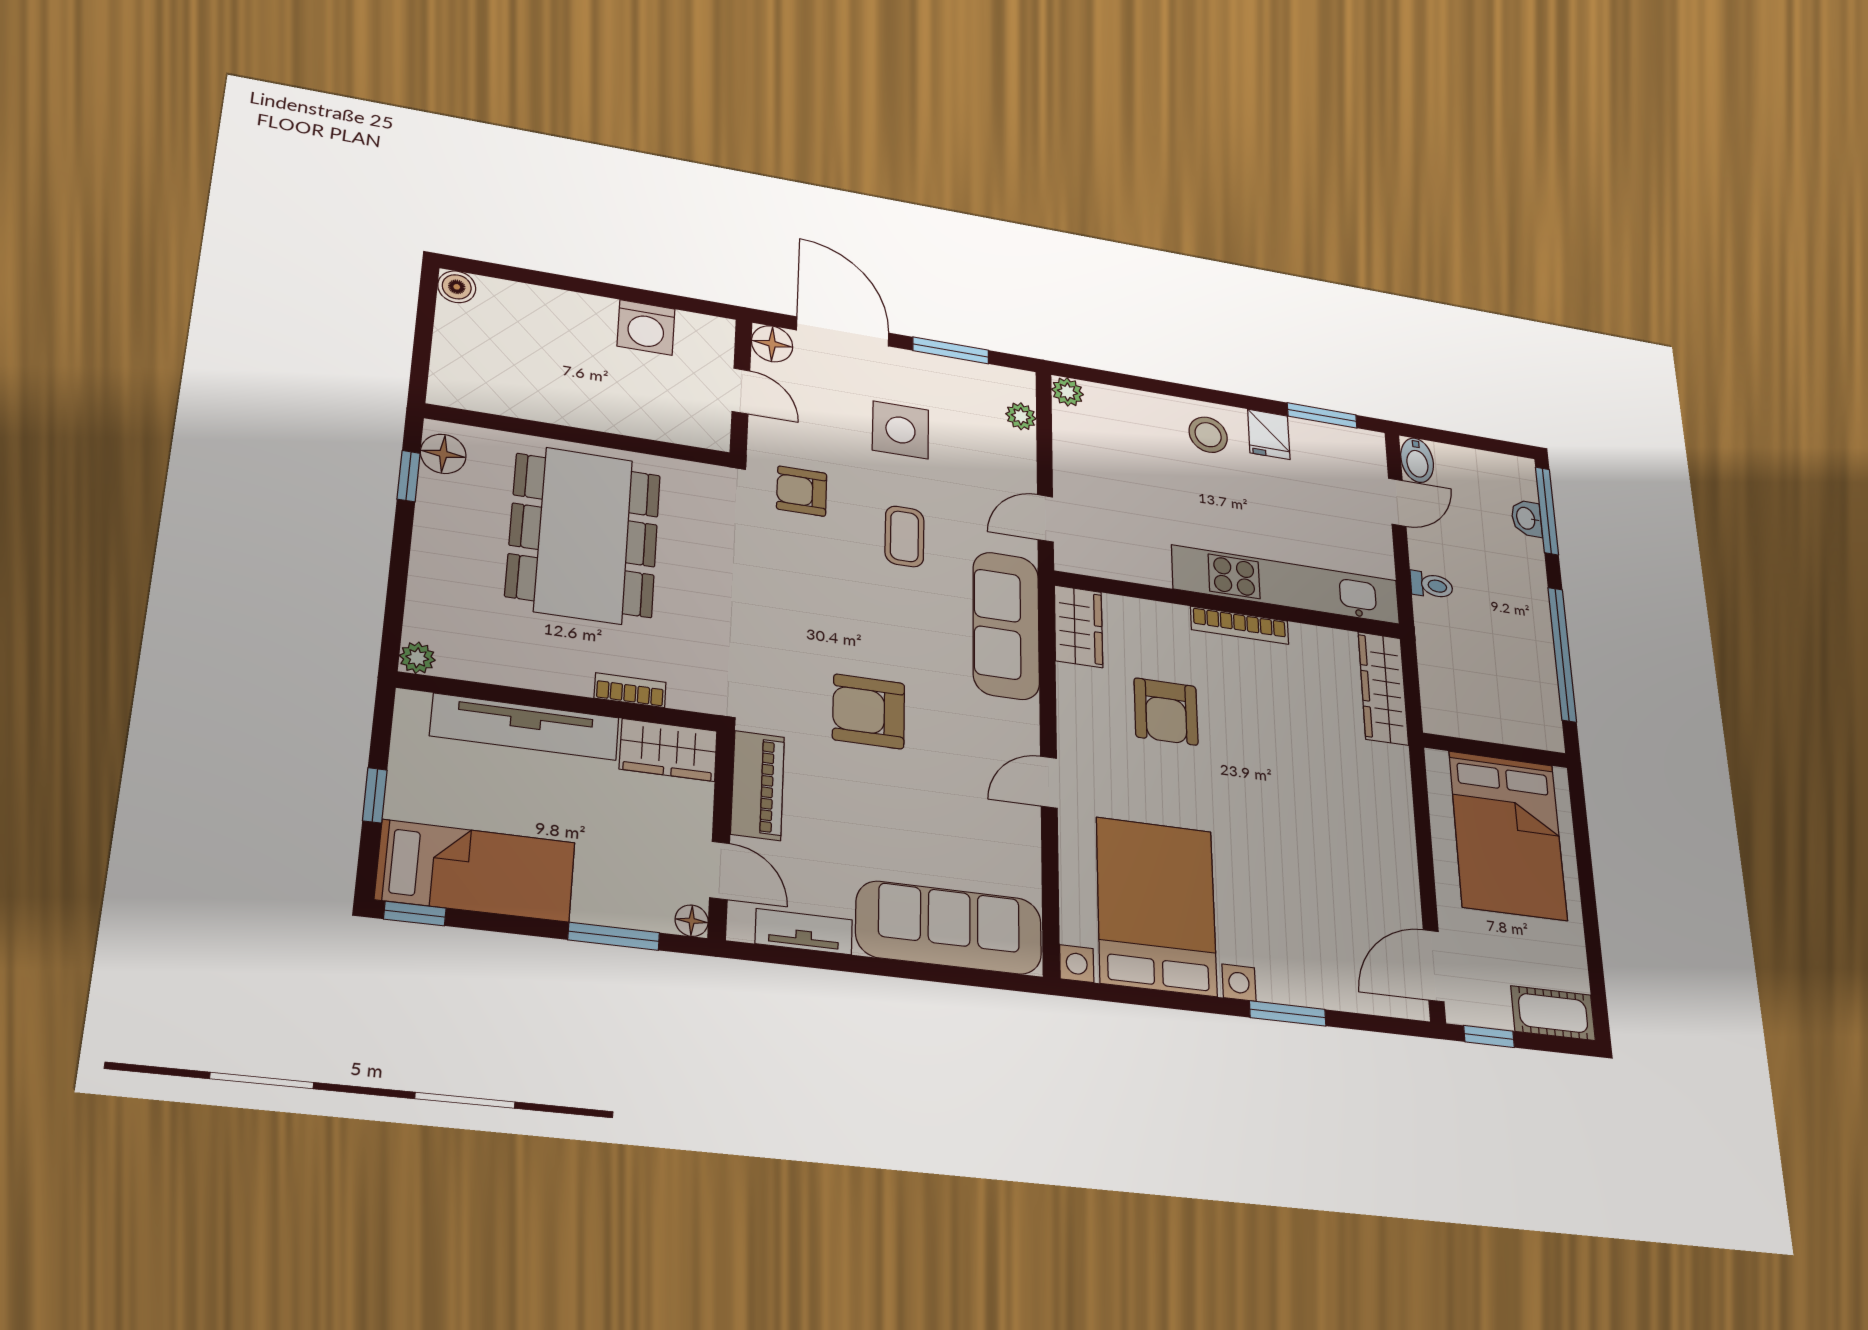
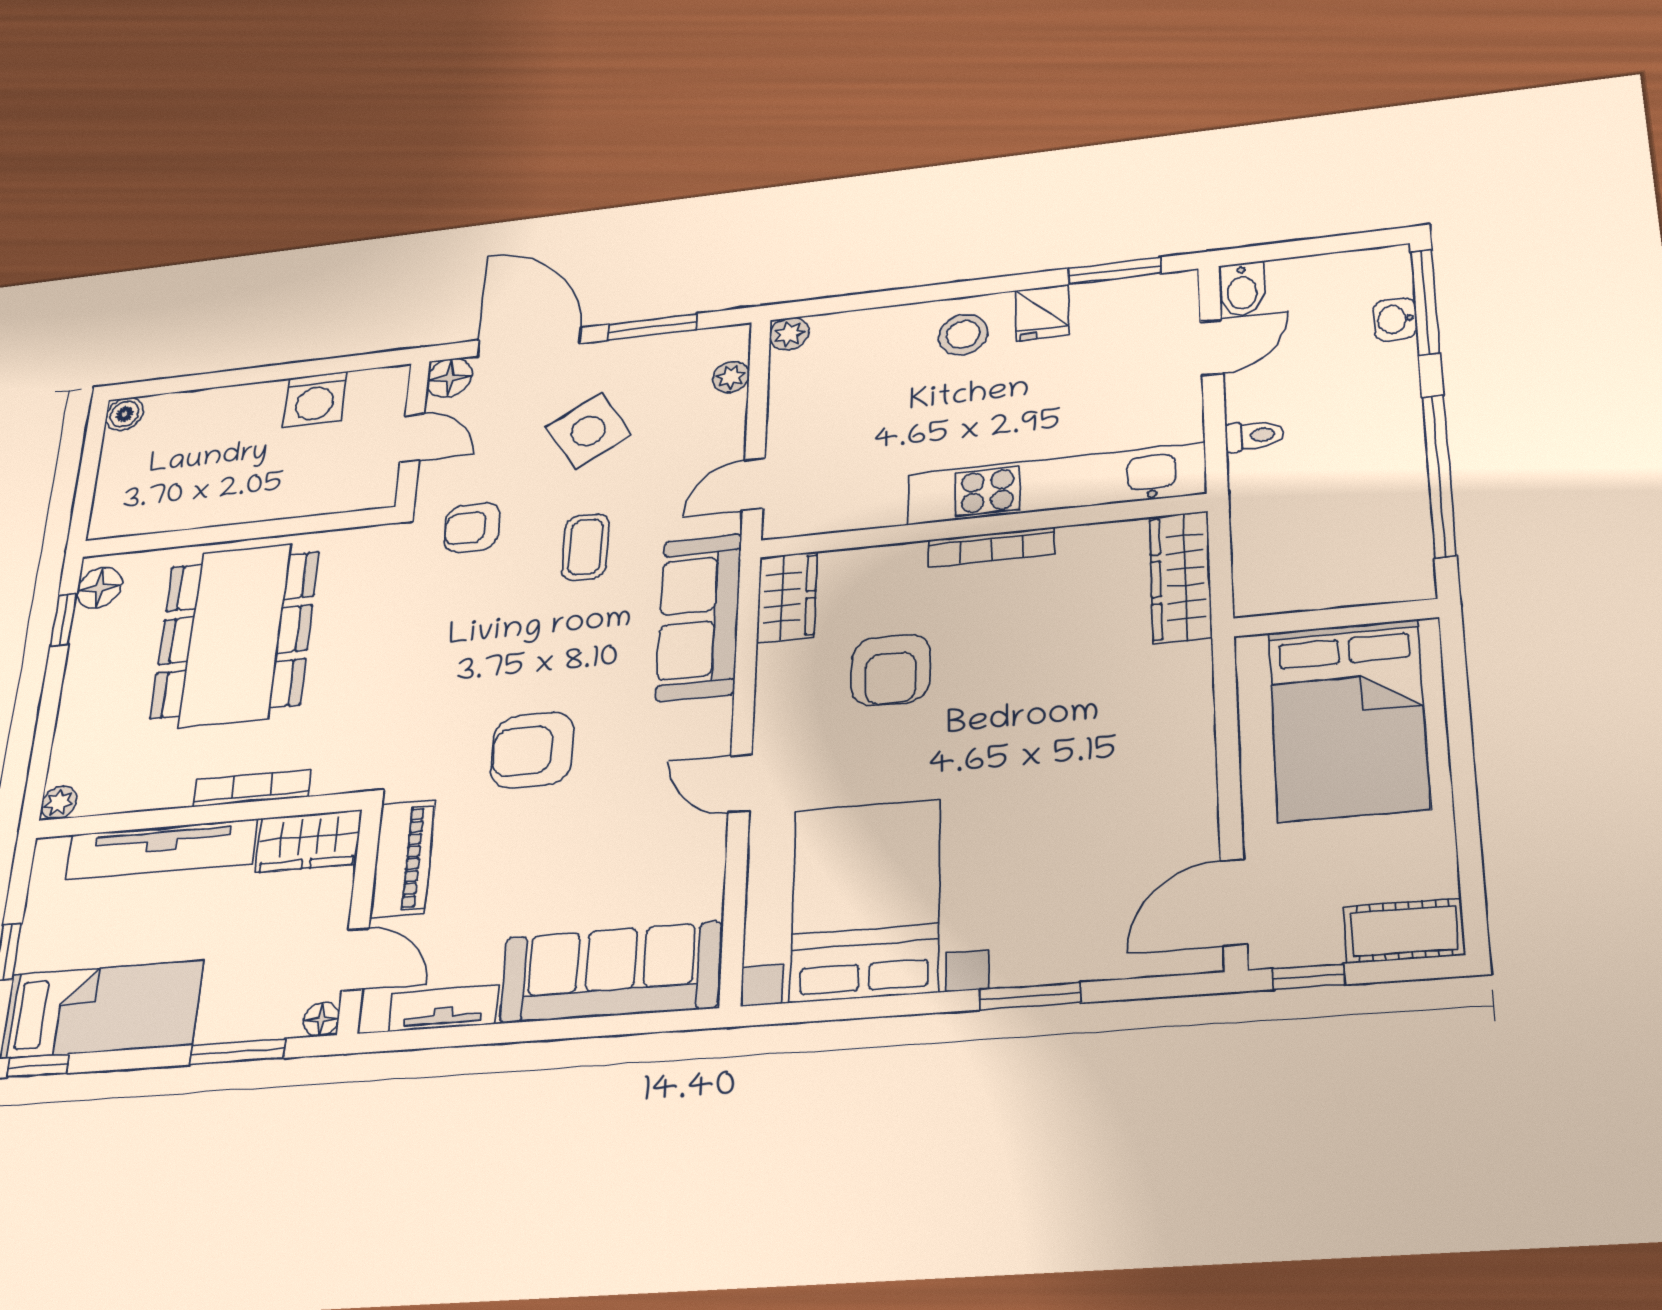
side table: (901, 430) -> (588, 431), turned -32
bookcase: (630, 690) -> (252, 788), width x1.56
door: (1049, 782) -> (740, 783), hinge flipped

